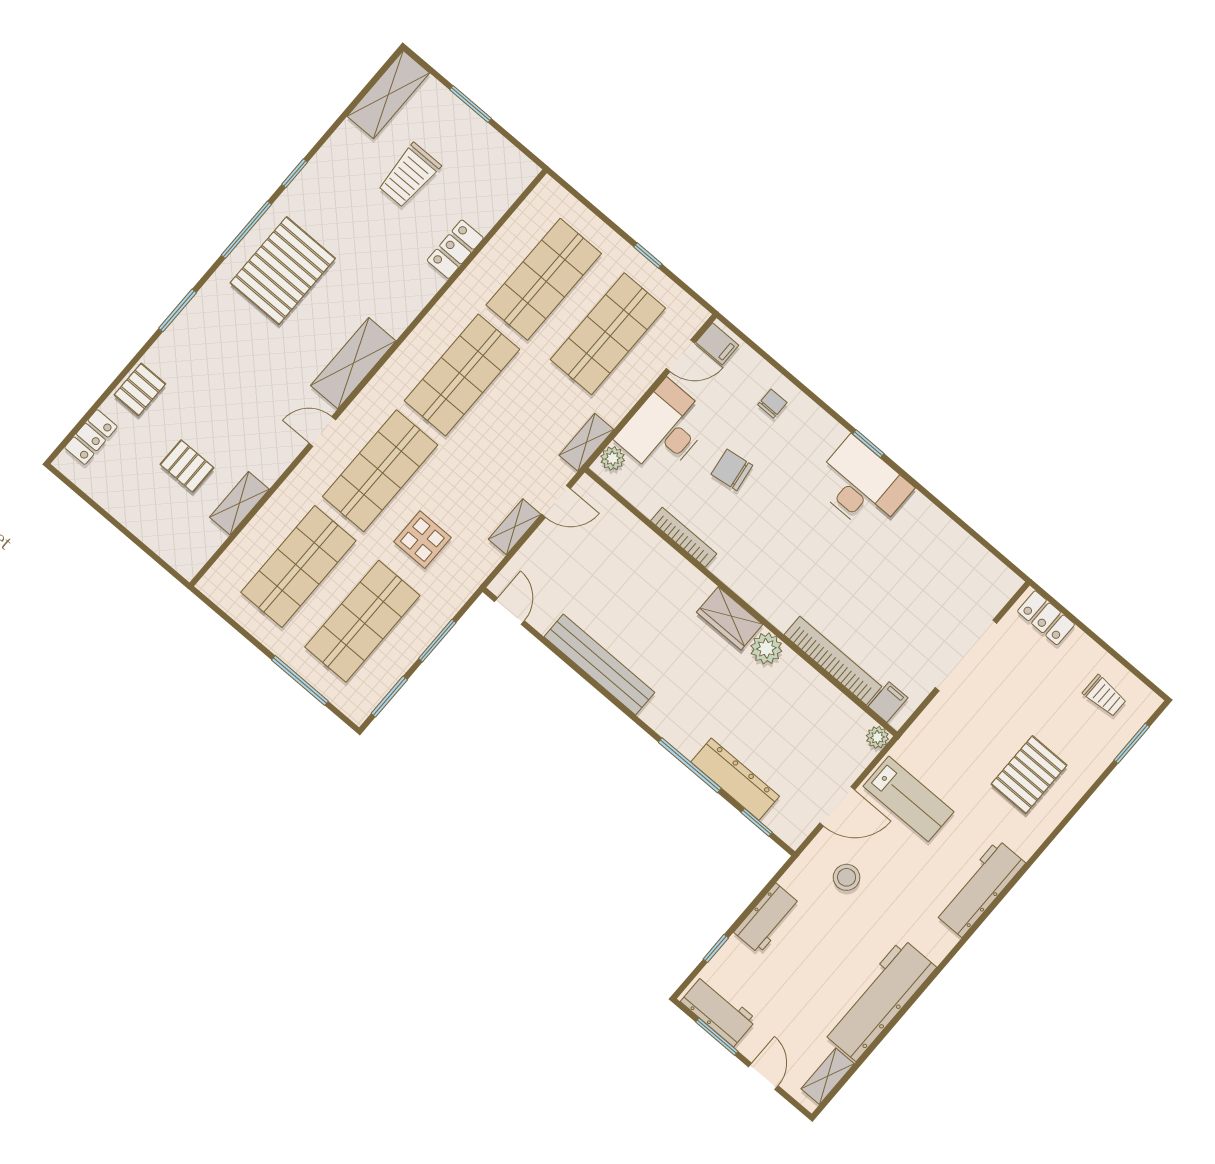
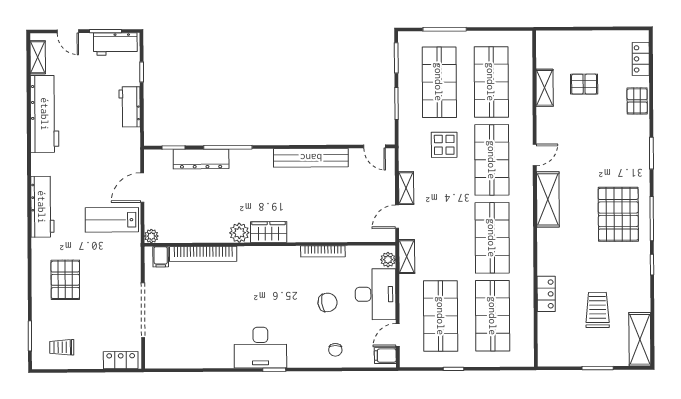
stool: (847, 877) -> (109, 158), removed

